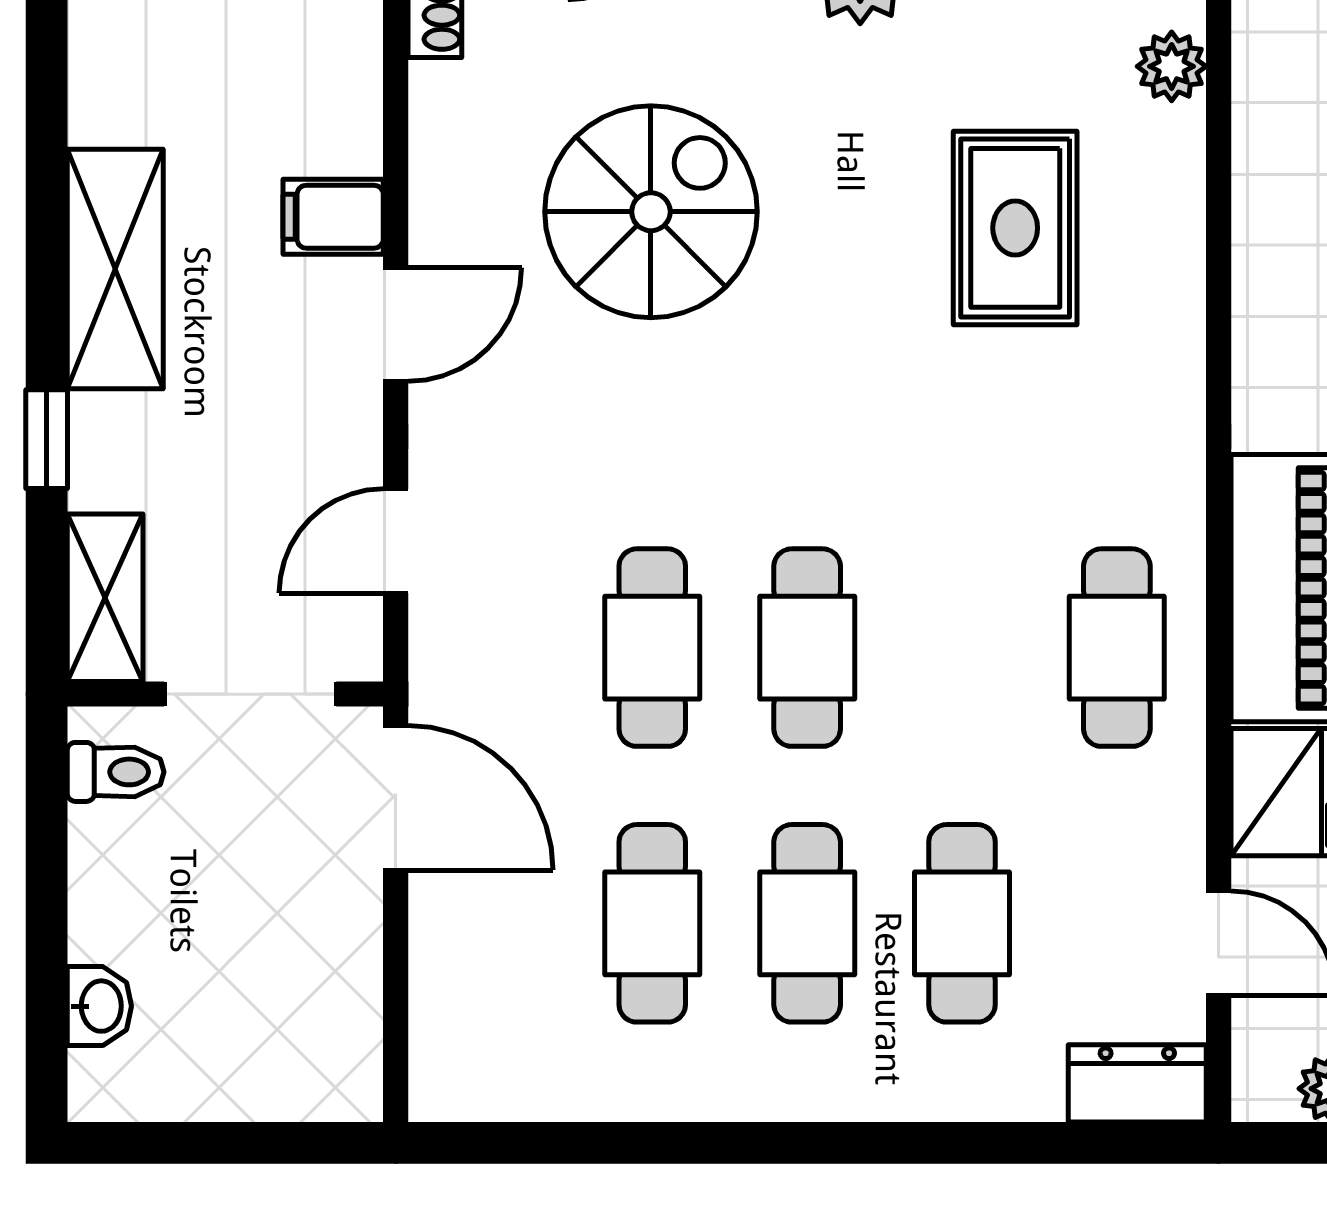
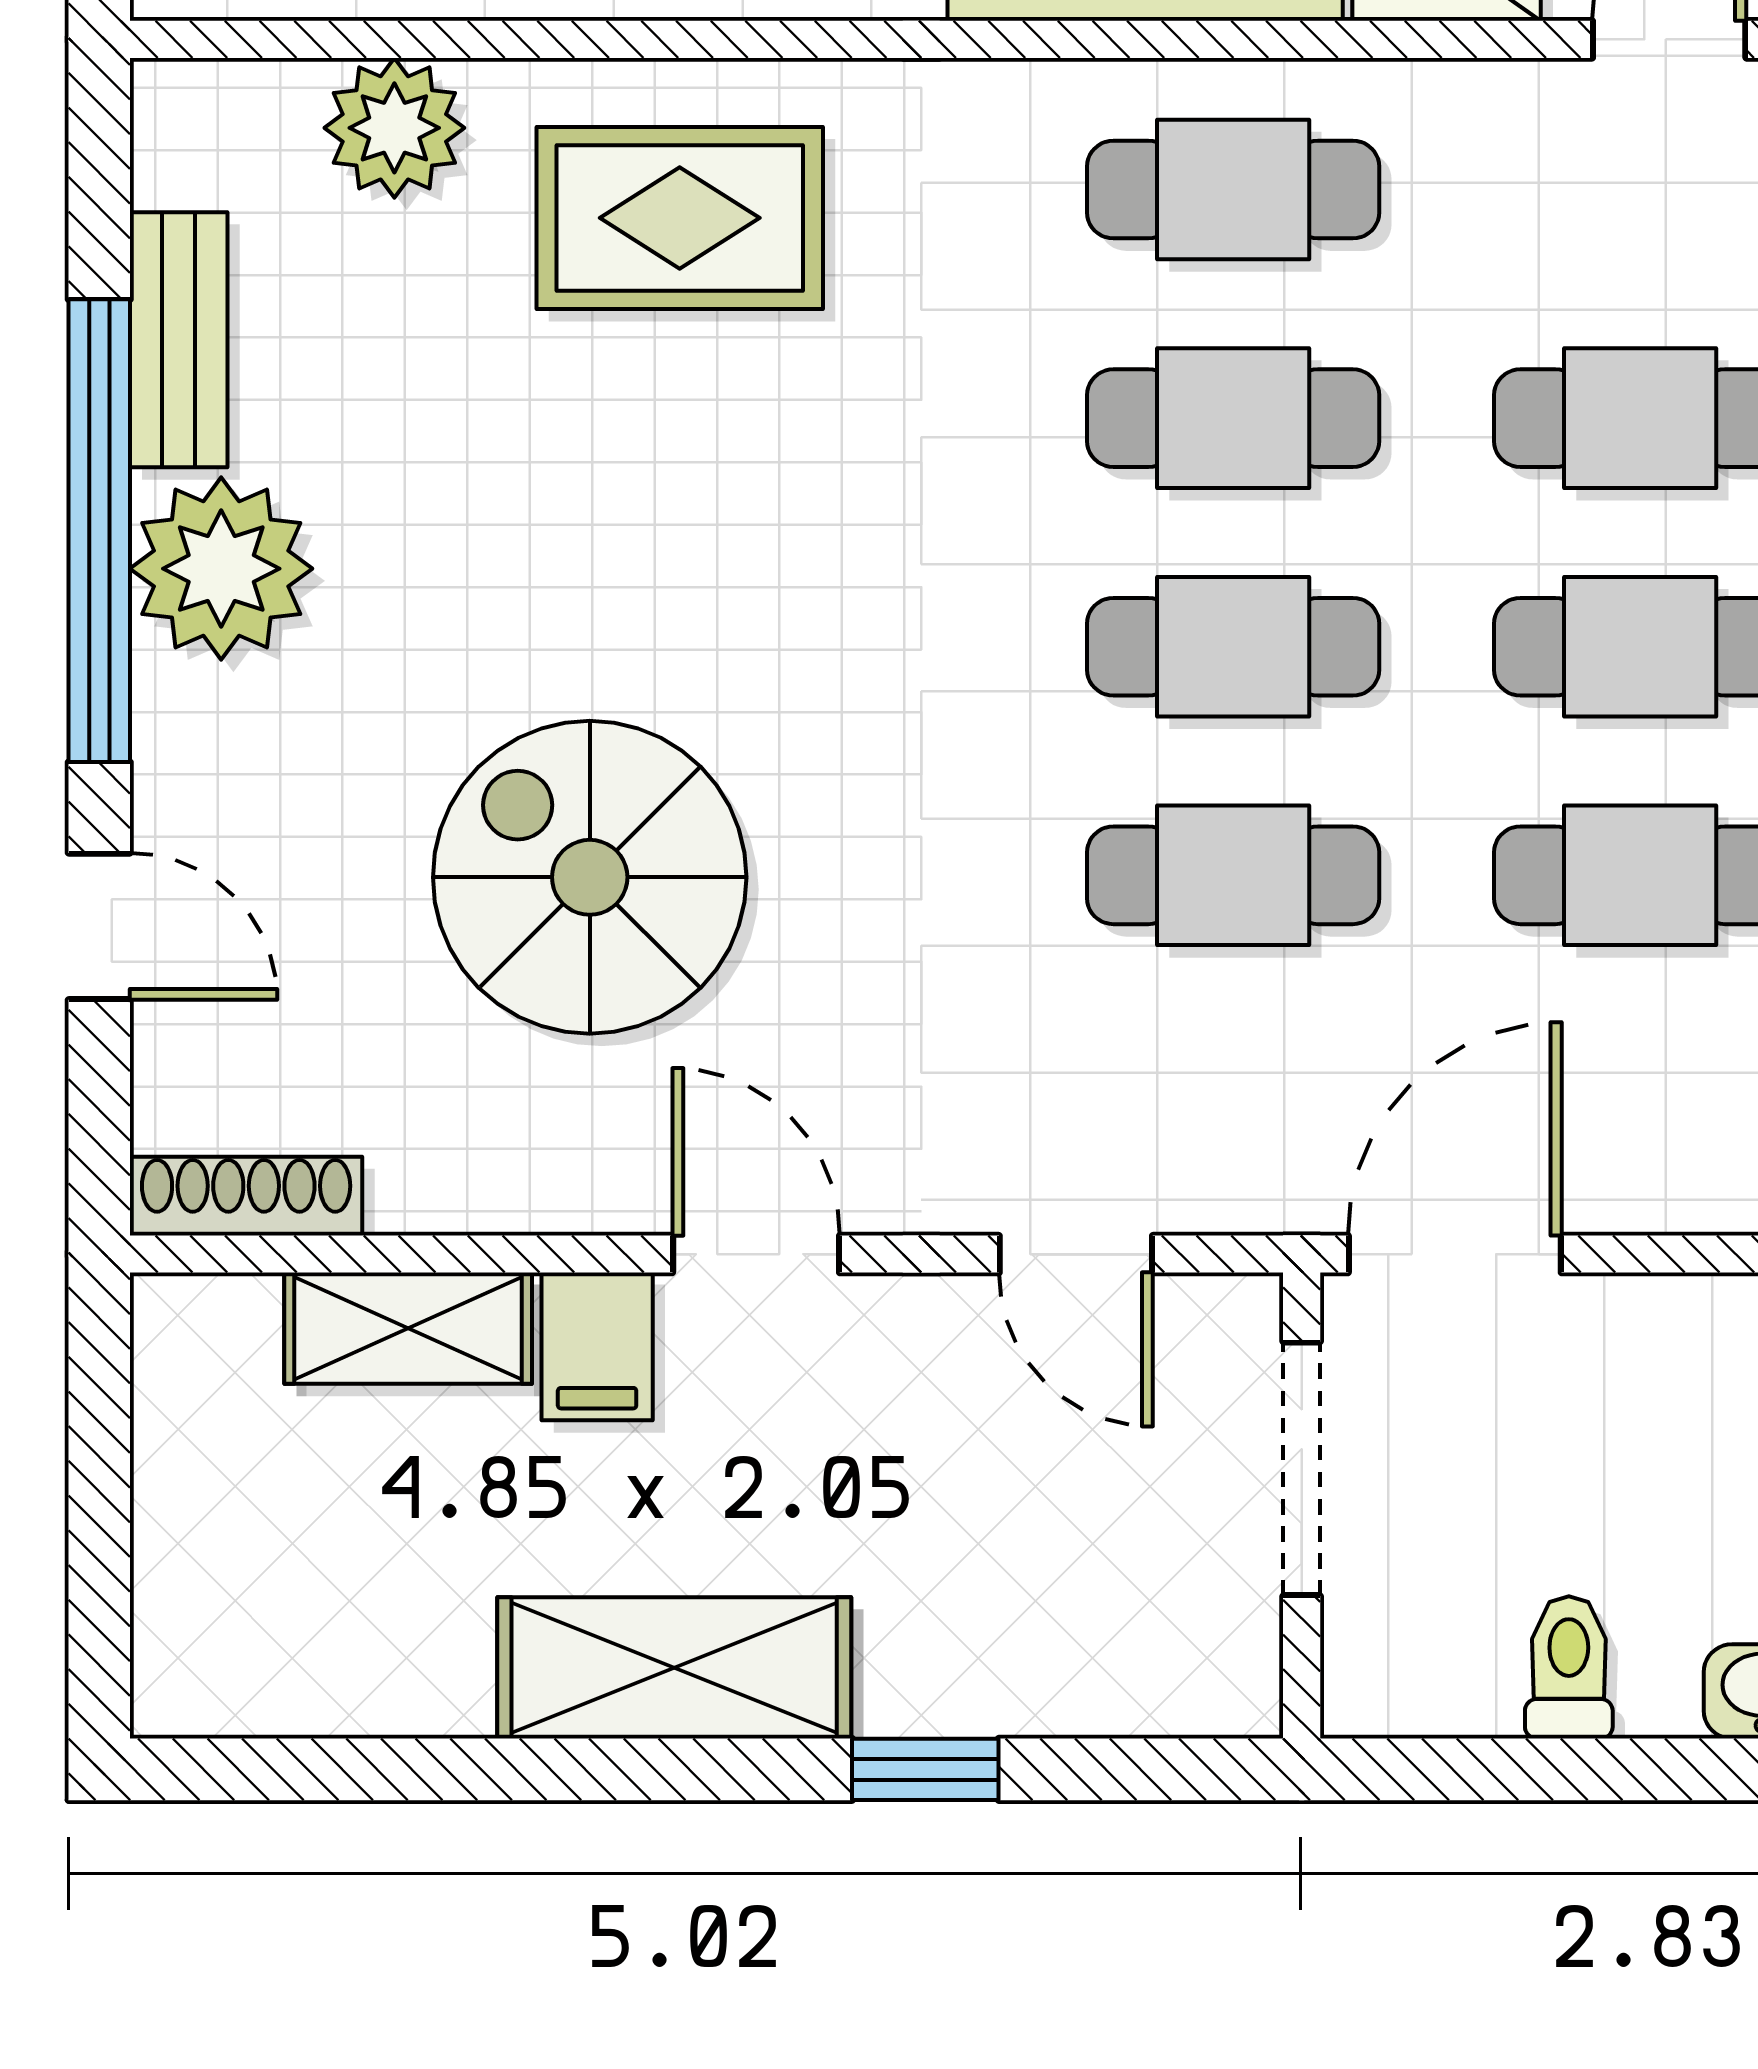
plant: (1172, 66) -> (394, 128), width x1.38, depth x1.38
rug: (1015, 228) -> (680, 218), moved
shelving: (105, 598) -> (408, 1328), moved
cafe table: (962, 648) -> (1233, 418), added
toilet: (116, 772) -> (1569, 1667), moved

